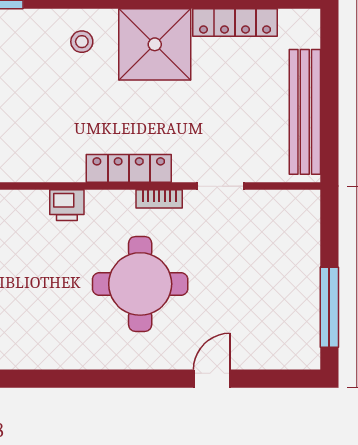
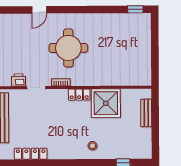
shower: (155, 44) -> (106, 103), moved
locker: (129, 168) -> (79, 95), width x0.66
printer: (67, 205) -> (19, 80), moved

